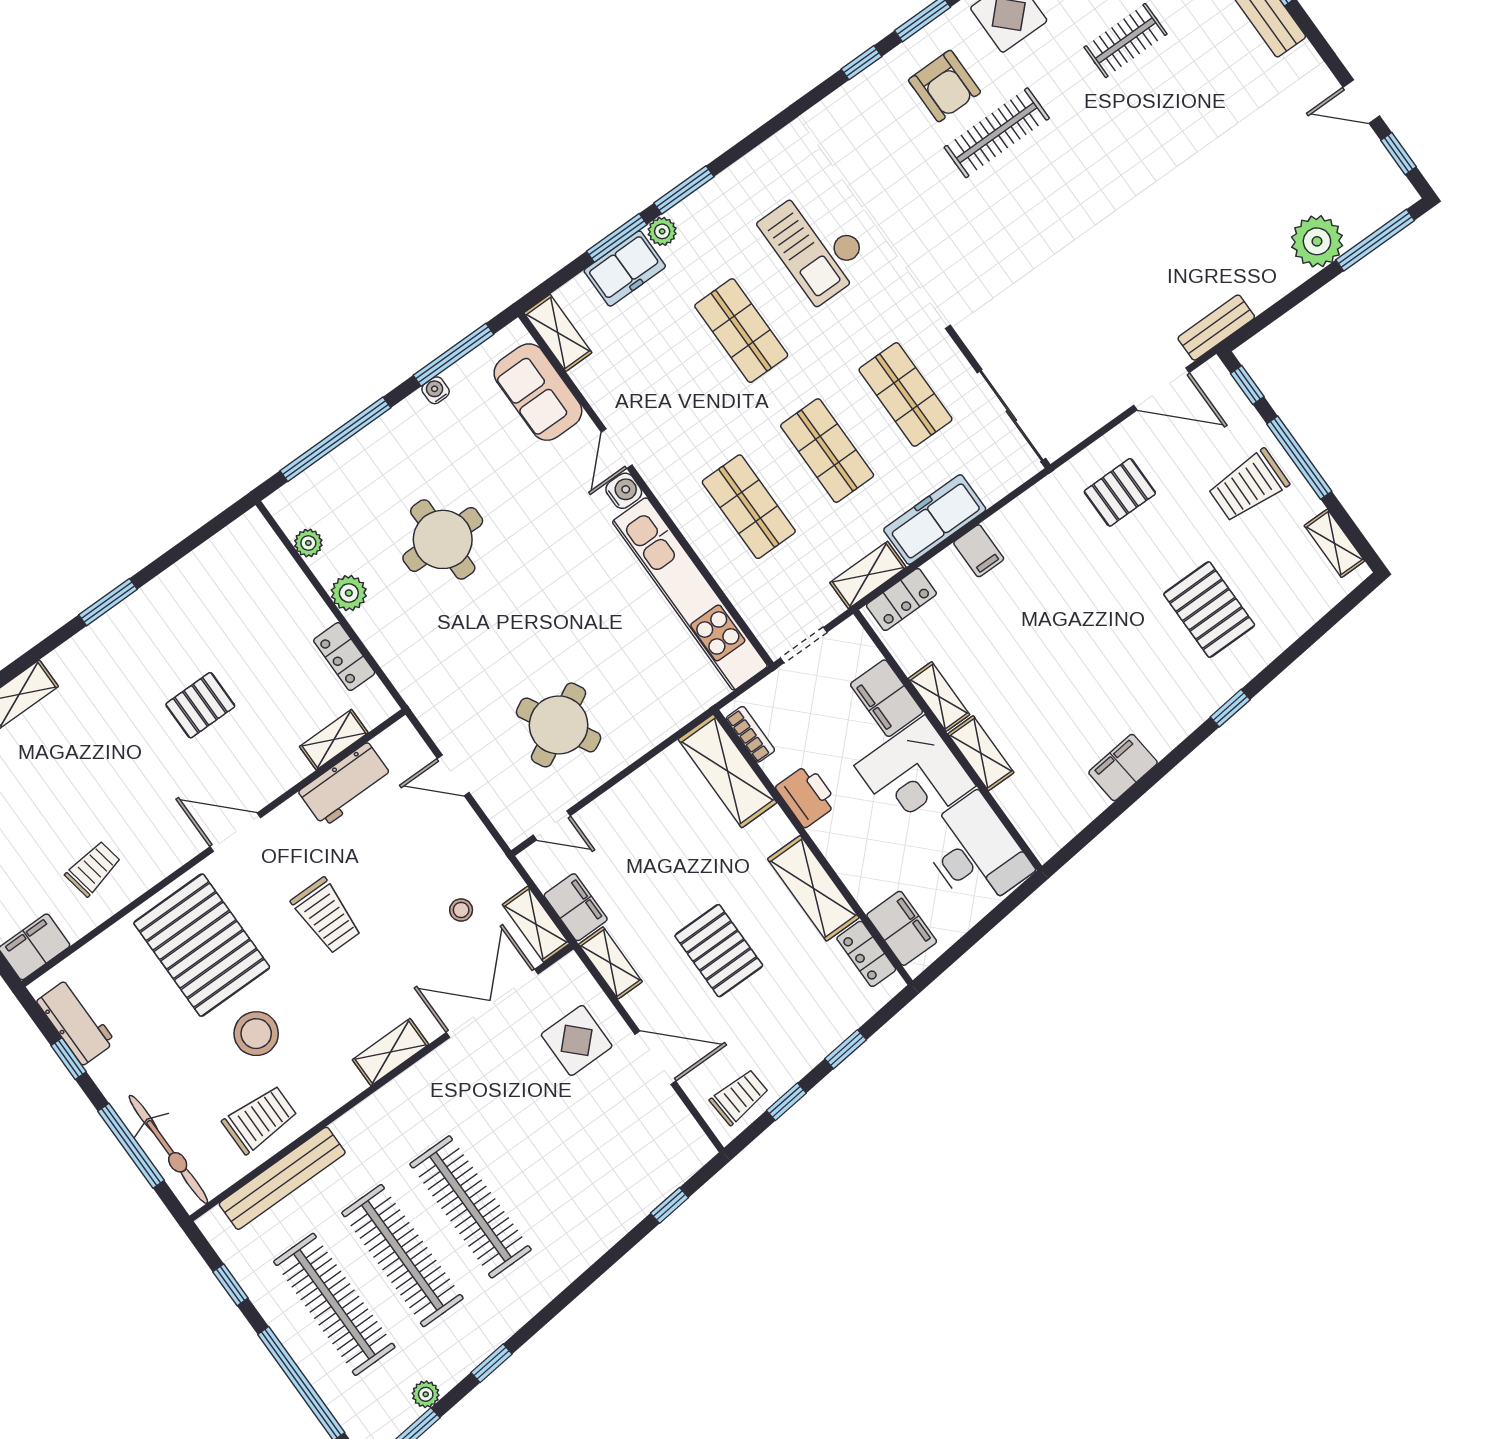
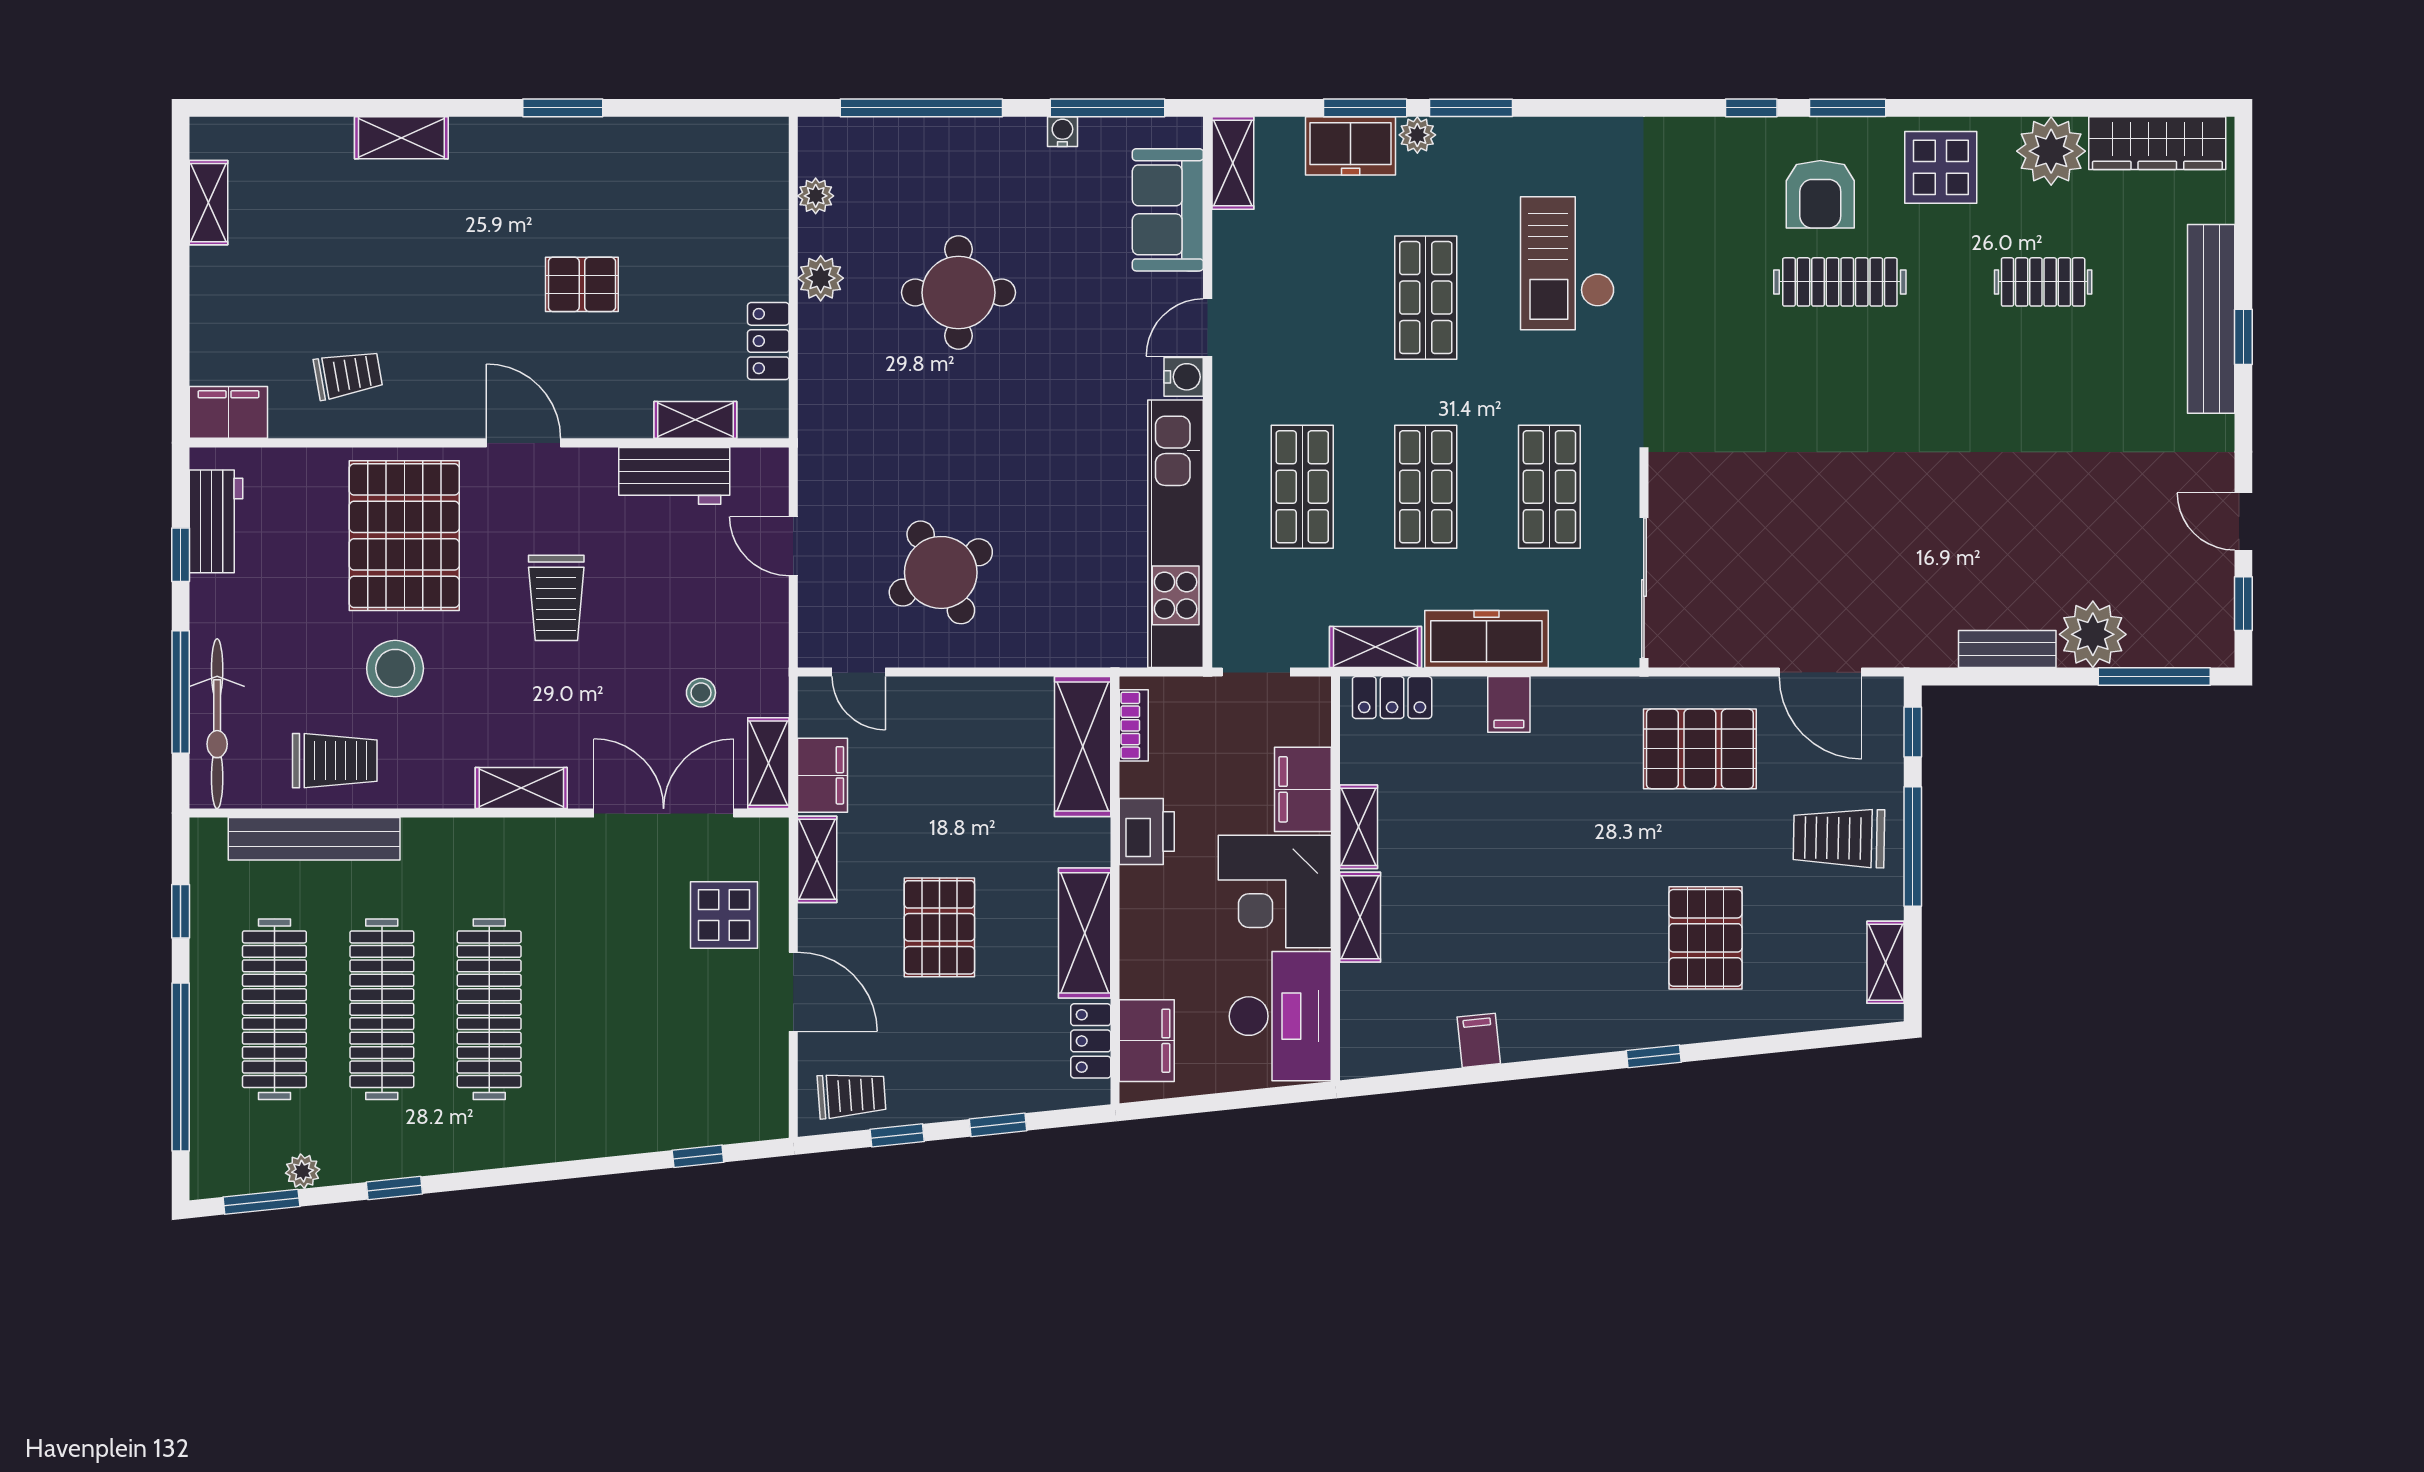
bench: (1216, 328) -> (2007, 649), moved
pallet: (1120, 492) -> (1700, 749), width x1.50, depth x1.42
filing cabinet: (1123, 768) -> (1479, 1040), width x0.50

